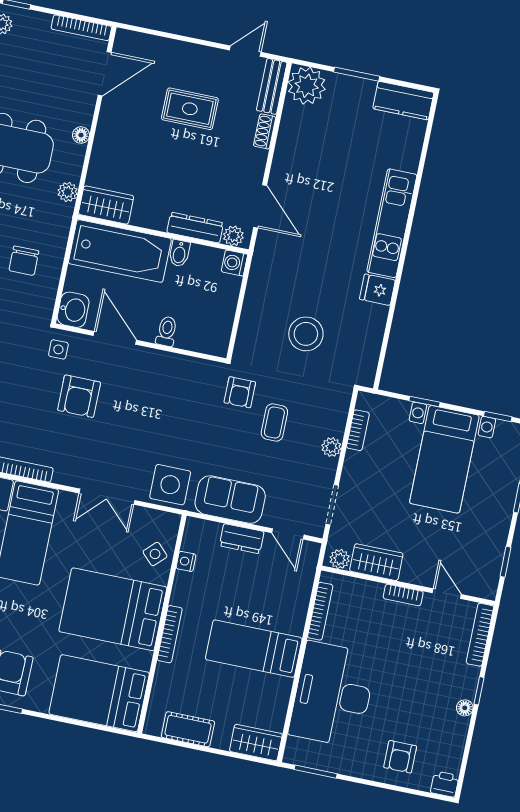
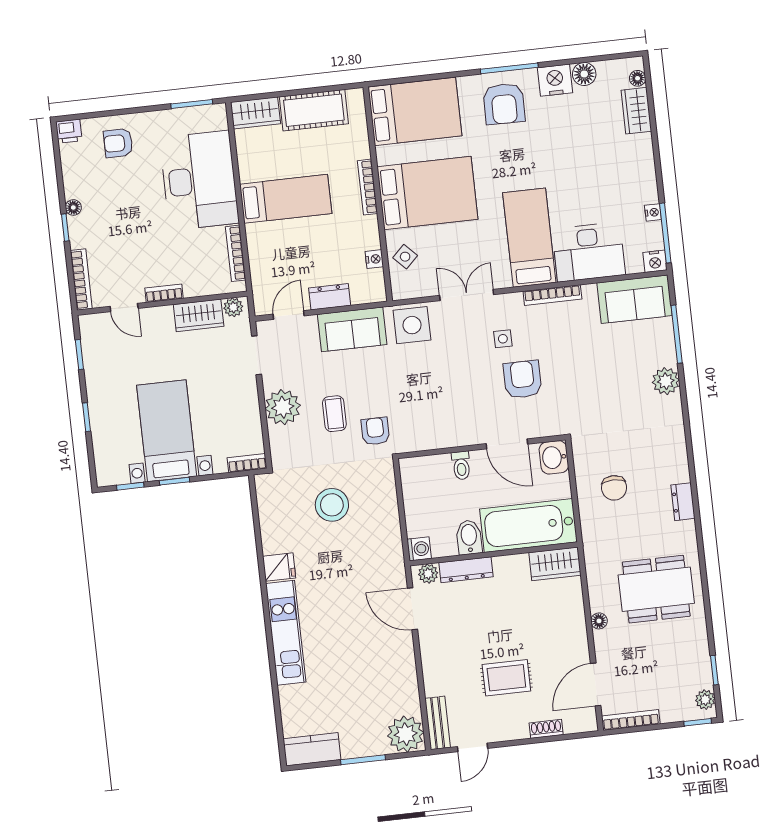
shoe rack: (265, 131) -> (546, 729), moved, turned -90
plant: (68, 192) -> (594, 564), removed
bidet: (179, 253) -> (469, 537), width x1.38, depth x1.36
chair: (24, 261) -> (614, 488), turned 180
side table: (58, 349) -> (503, 339), moved
window: (425, 401) -> (174, 481), moved
bookcase: (358, 430) -> (247, 463), moved, turned 90
plant: (331, 447) -> (283, 407), width x1.88, depth x1.88
door: (288, 534) -> (289, 315), hinge flipped
cot: (188, 729) -> (314, 110), width x1.37, depth x1.34
armchair: (400, 757) -> (118, 143), turned -90

